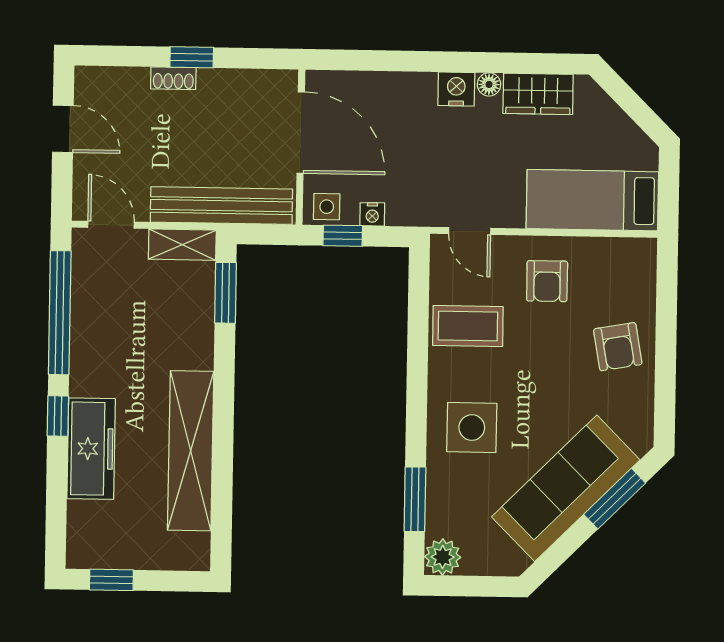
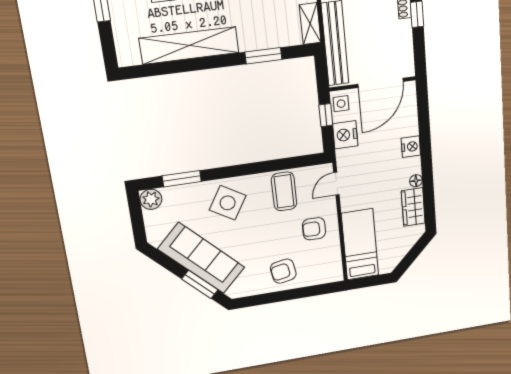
nightstand: (456, 89) -> (411, 147), moved
nightstand: (372, 214) -> (345, 135), width x1.89, depth x1.79
window: (225, 293) -> (263, 56), moved
side table: (472, 428) -> (228, 203), turned 31

